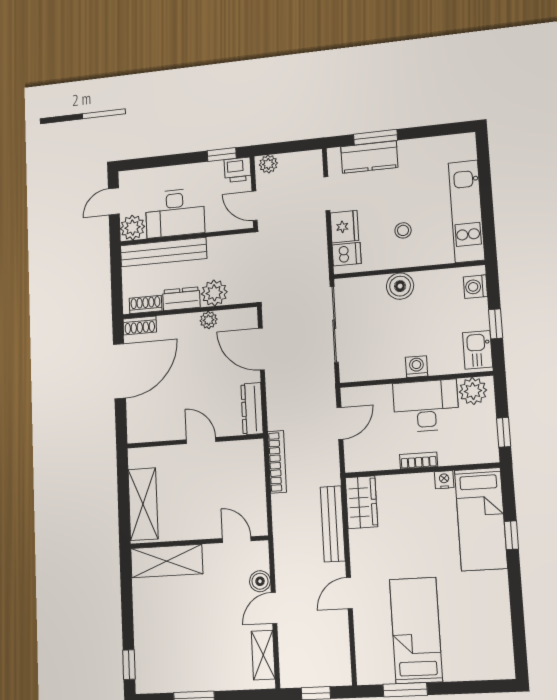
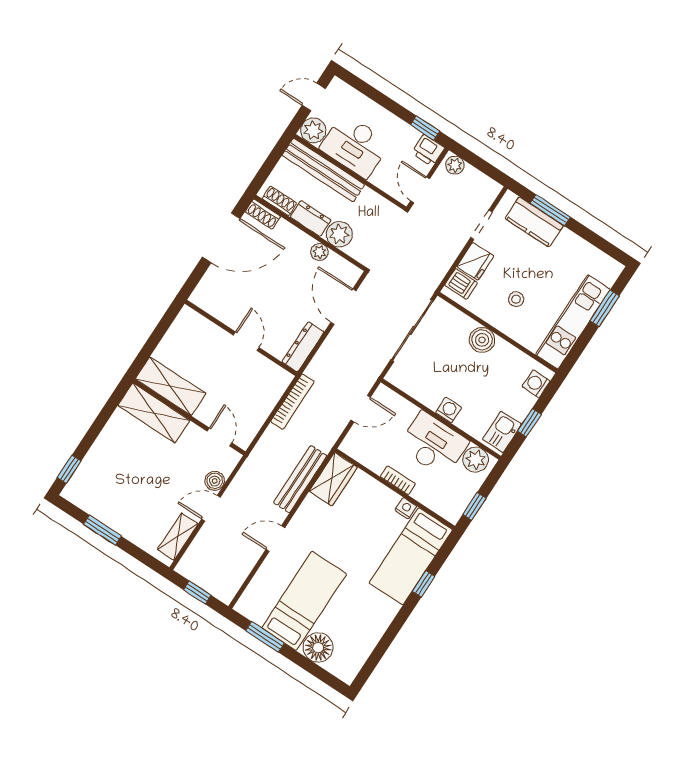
window: (485, 179) -> (605, 308), added
shelving: (143, 504) -> (171, 386), moved, turned 90
floor lamp: (460, 664) -> (318, 648), added

